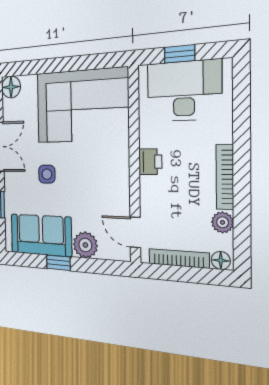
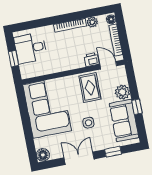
desk: (184, 91) -> (30, 48), width x0.73
printer: (150, 162) -> (91, 60), moved
rug: (102, 190) -> (90, 88), added
door: (135, 232) -> (108, 65), swing flipped

